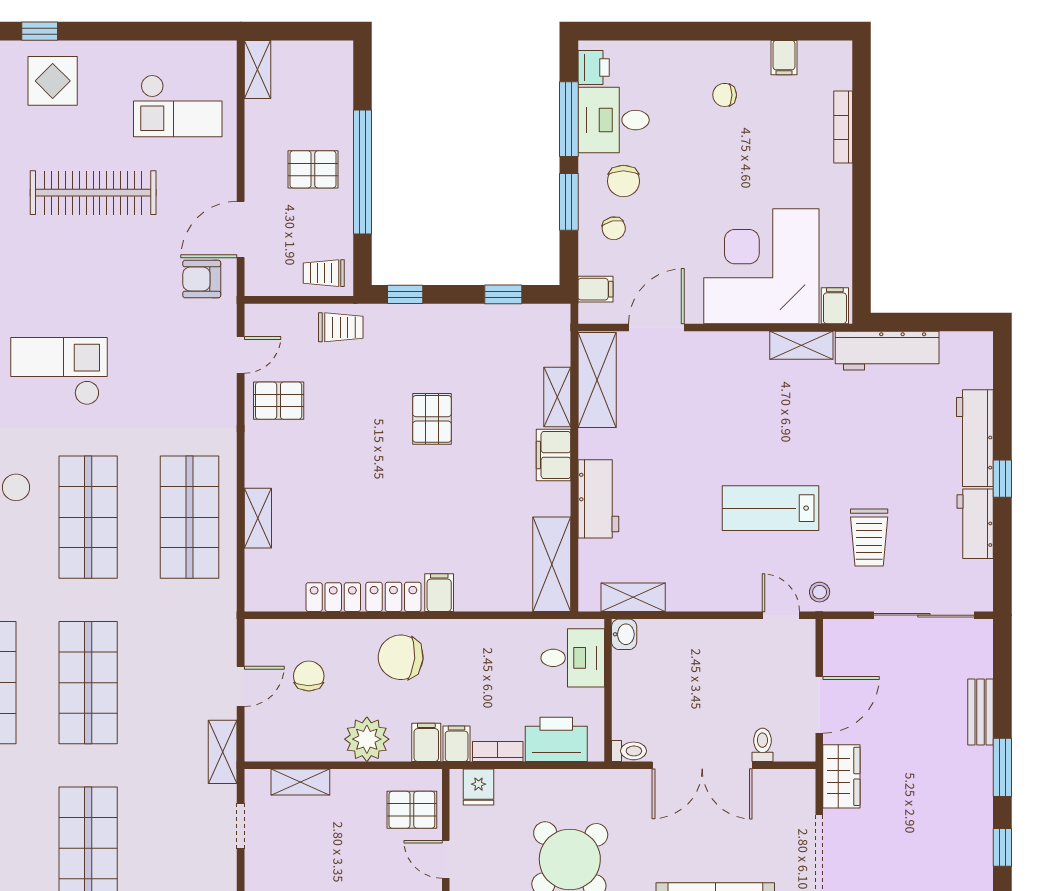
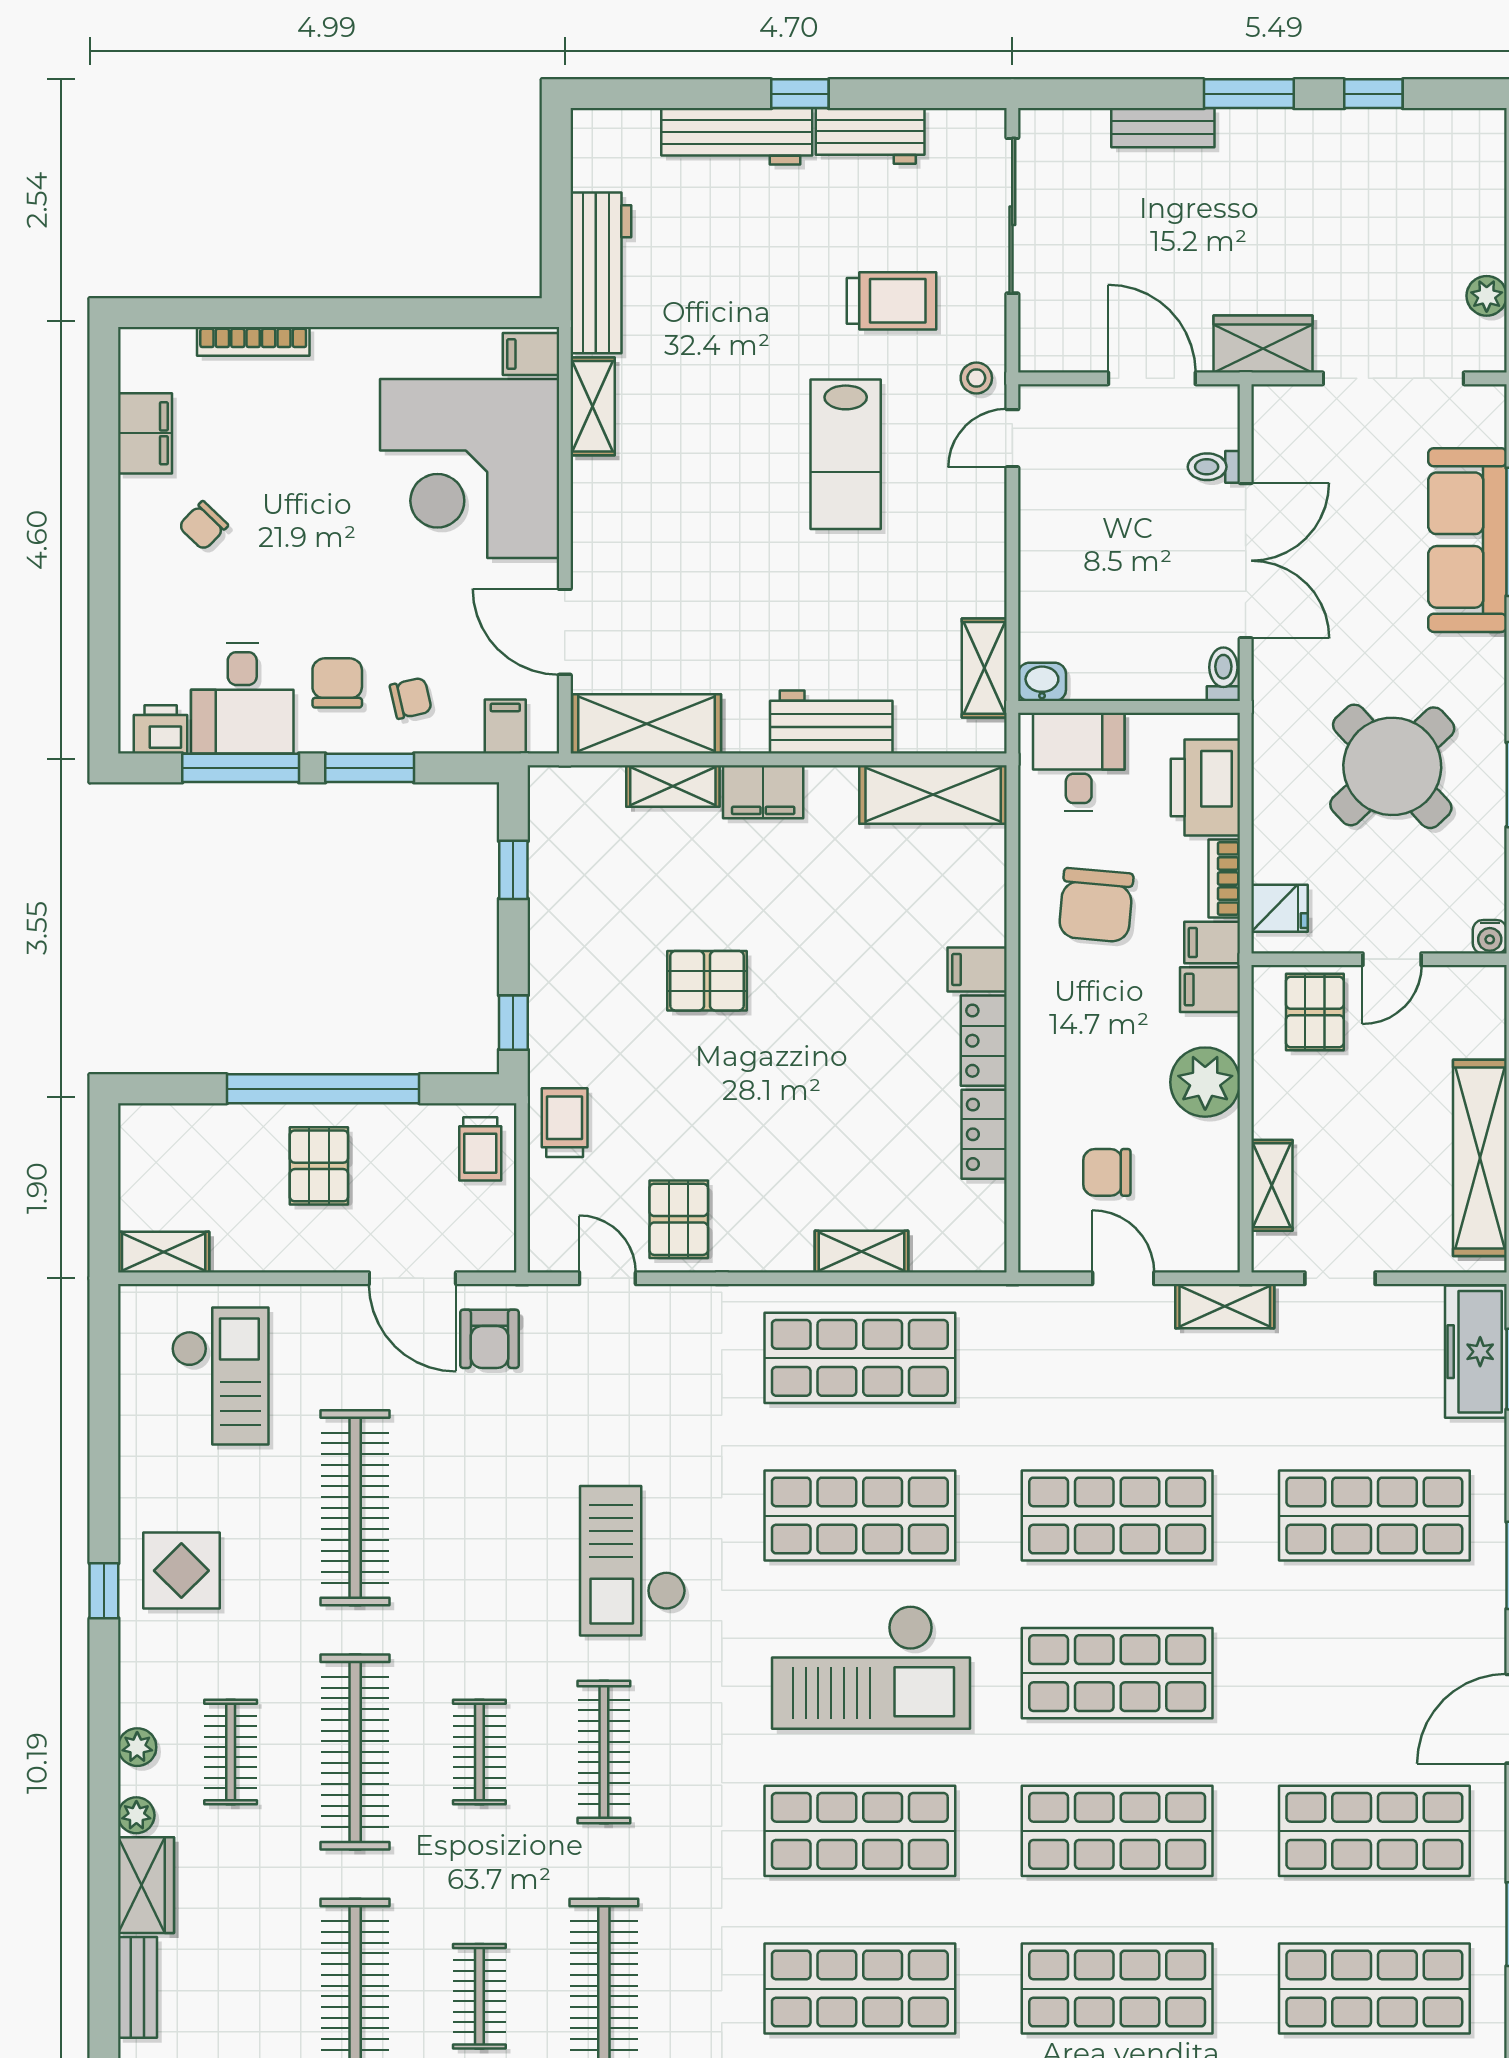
filing cabinet: (784, 58) -> (145, 433), width x2.00
chair: (725, 95) -> (203, 526), turned 44
chair: (623, 181) -> (337, 683), turned -90
chair: (401, 657) -> (1096, 905), moved

